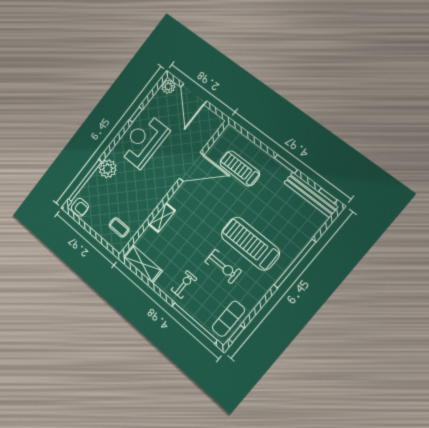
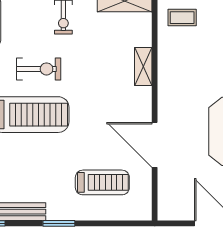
door: (192, 167) -> (155, 145), hinge flipped
exercise bike: (223, 266) -> (39, 69), turned 180

